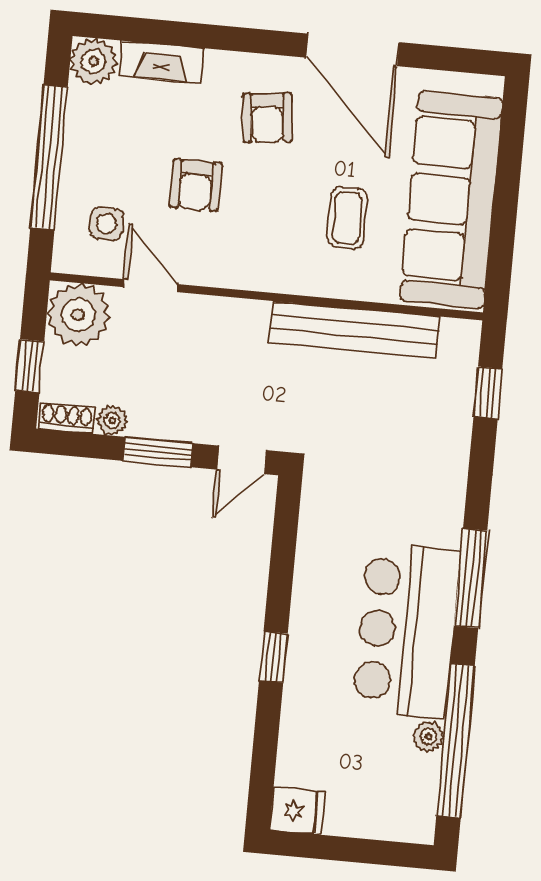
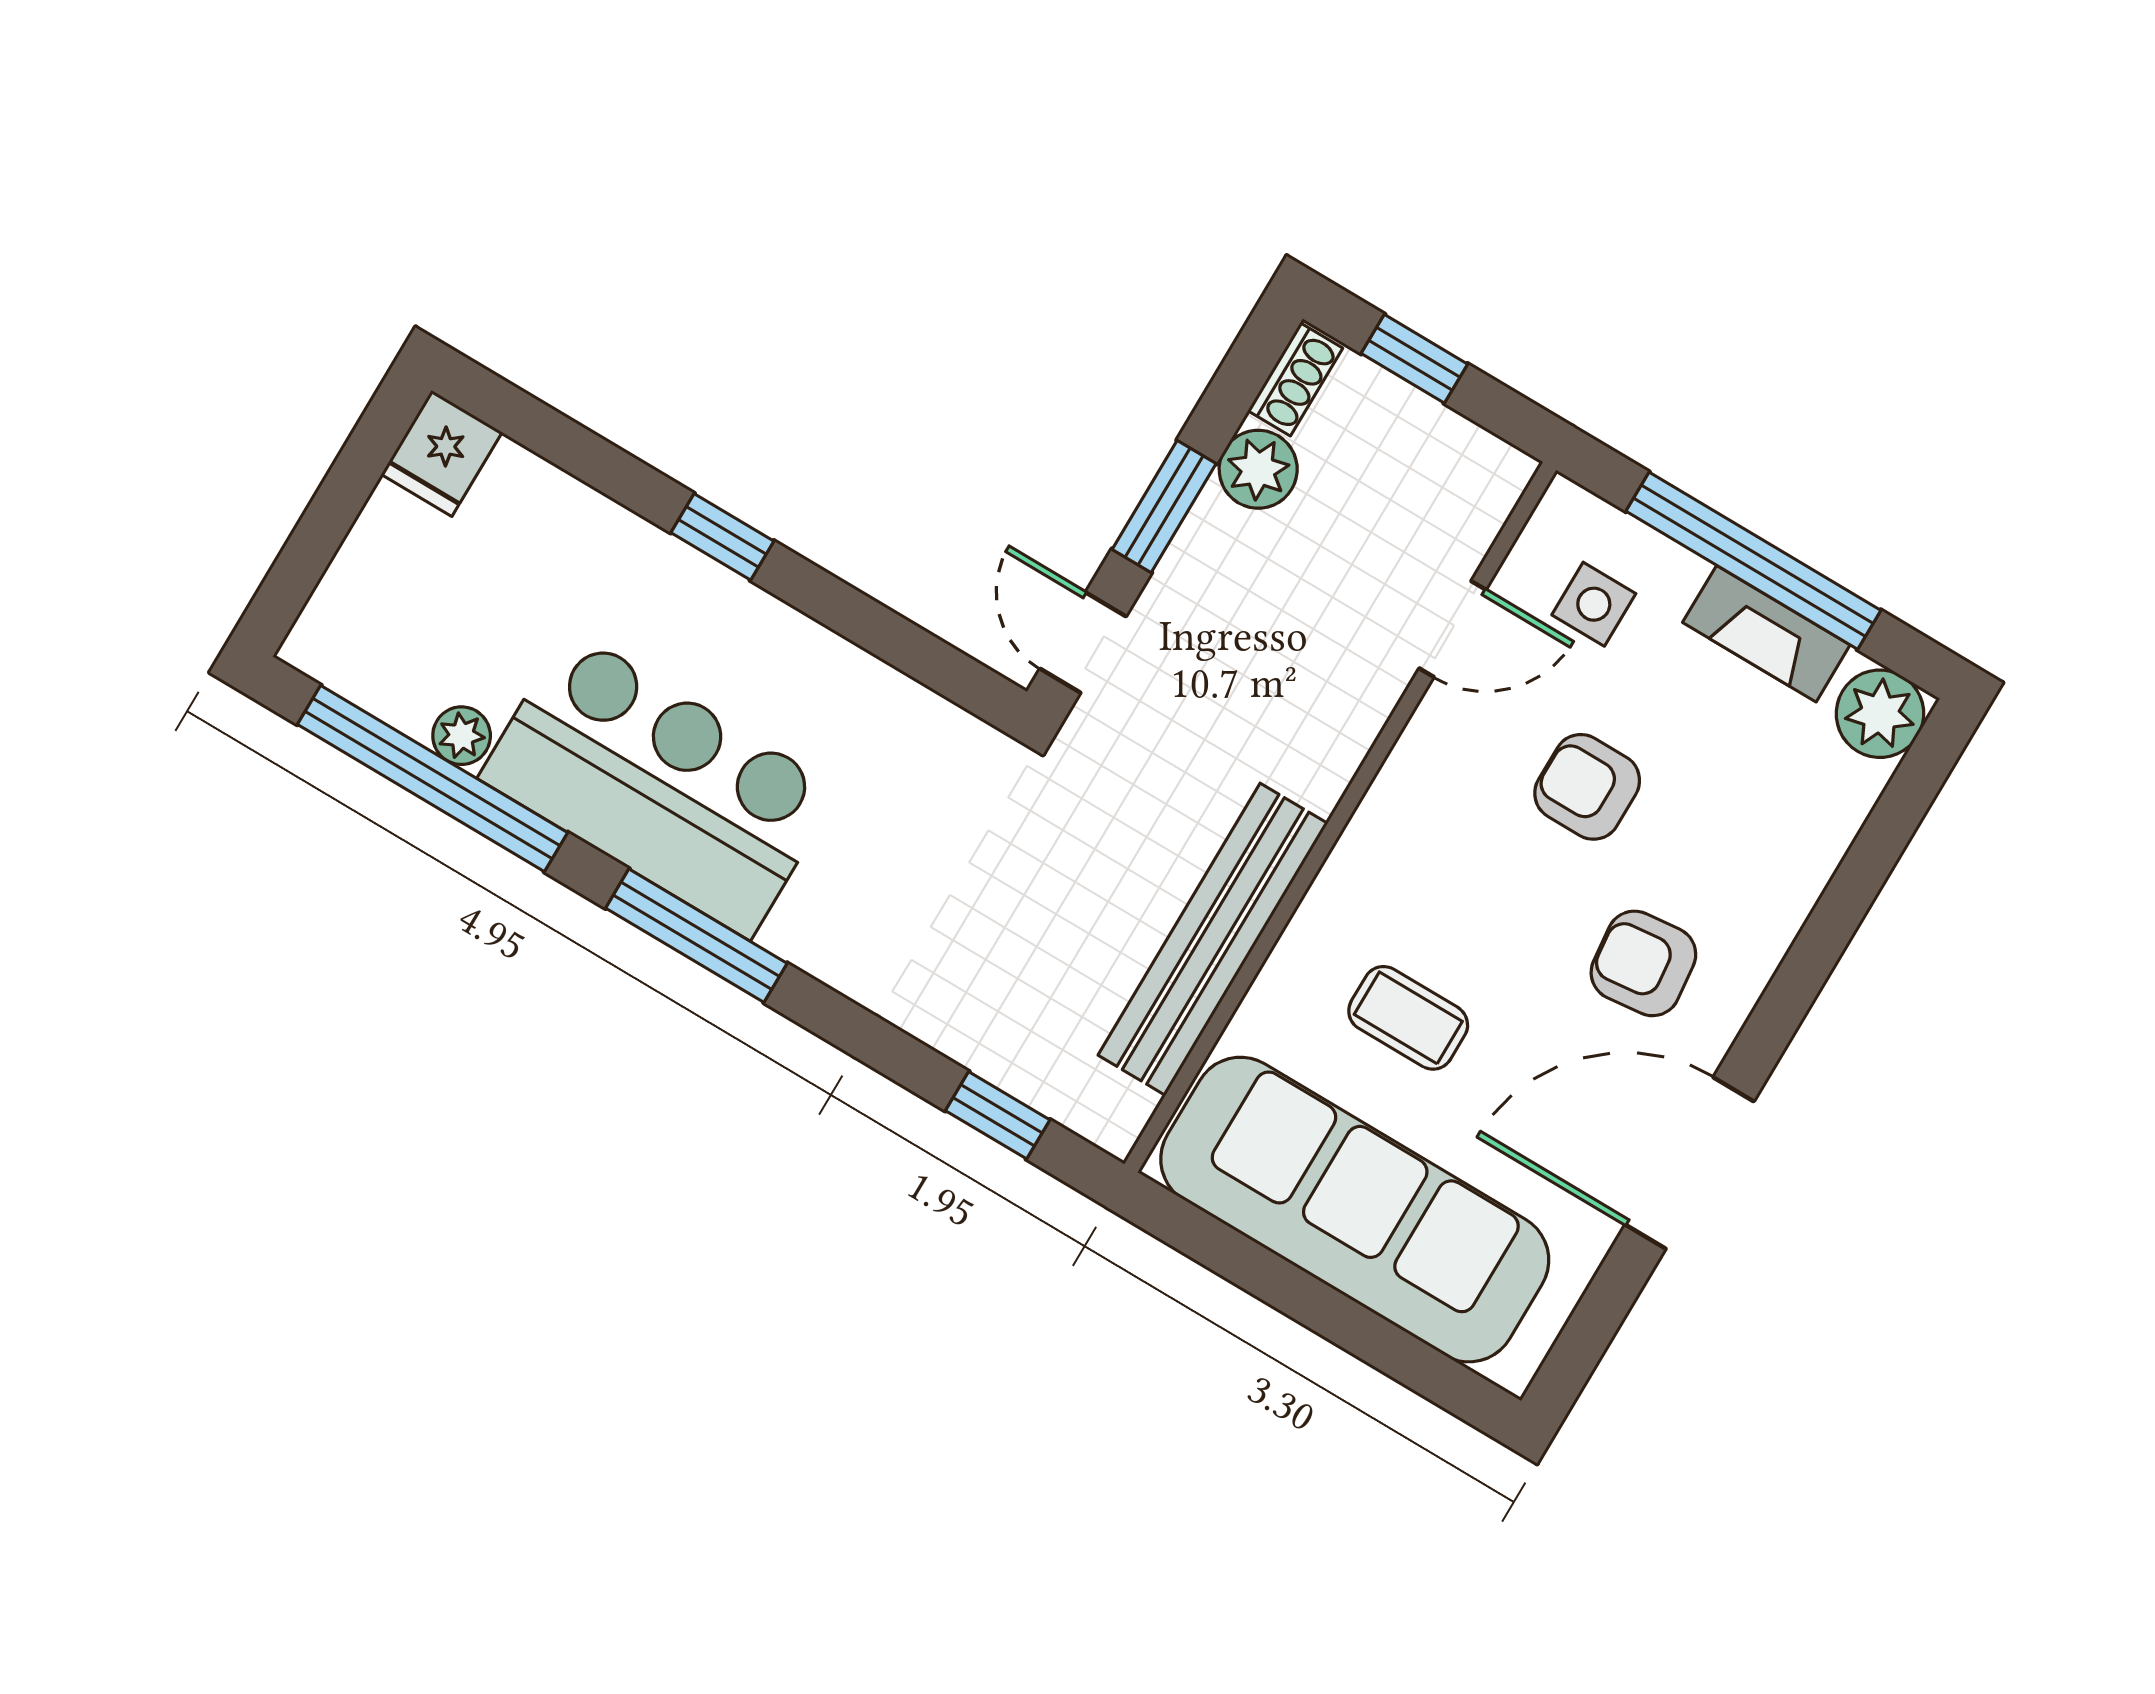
fireplace: (161, 62) -> (1766, 634), moved, turned -90
plant: (78, 315) -> (1462, 483), removed
plant: (112, 421) -> (1258, 469), width x1.38, depth x1.38

